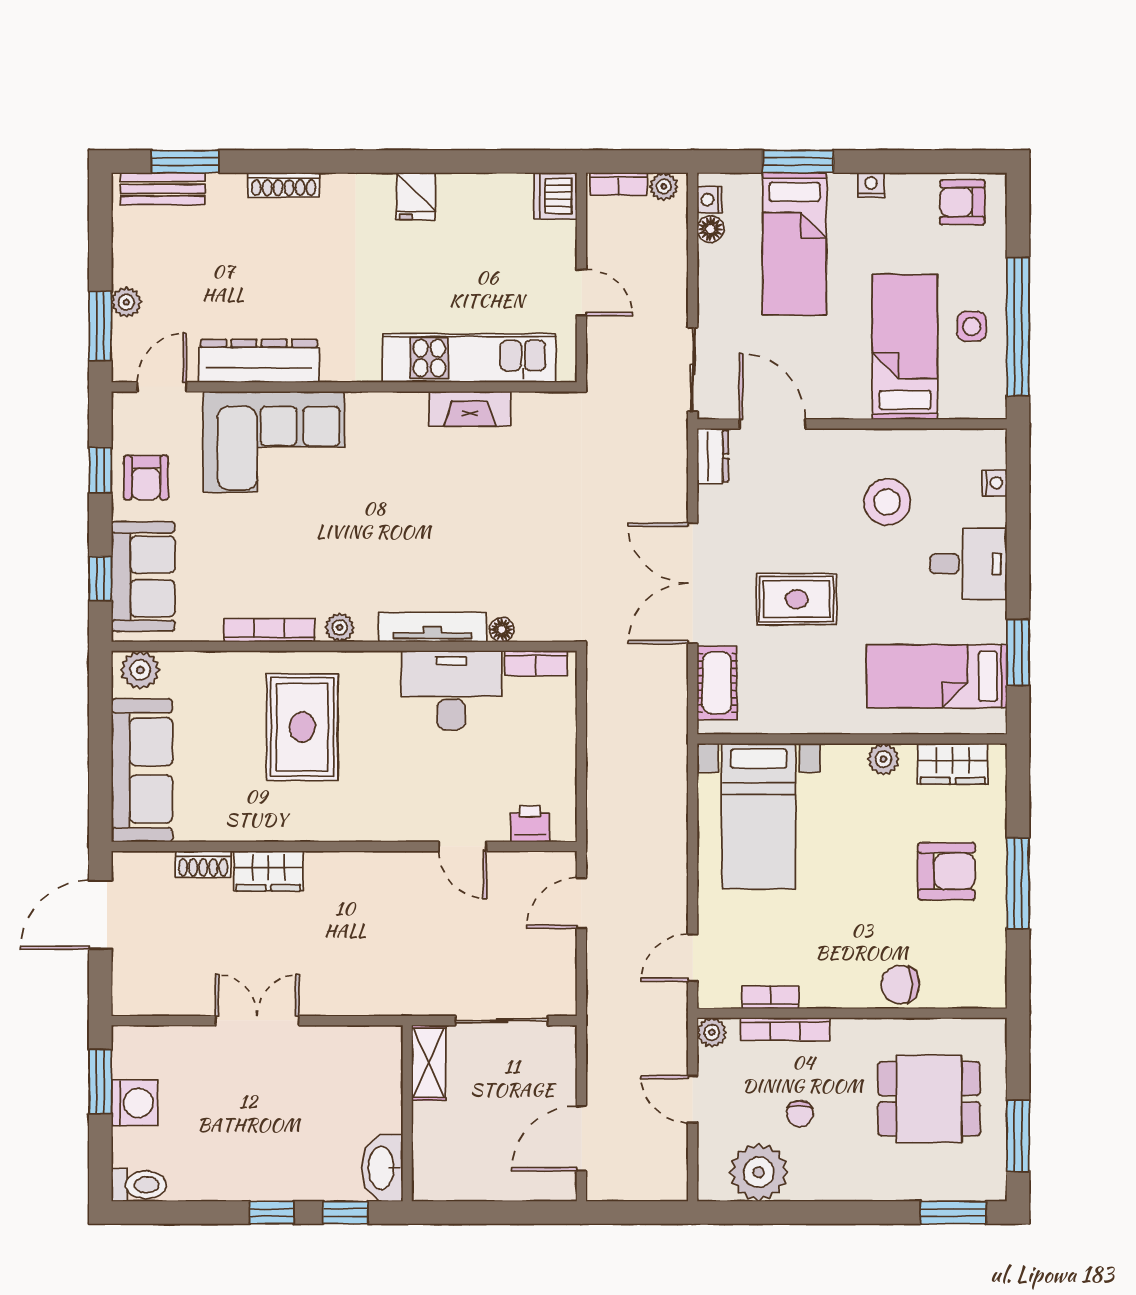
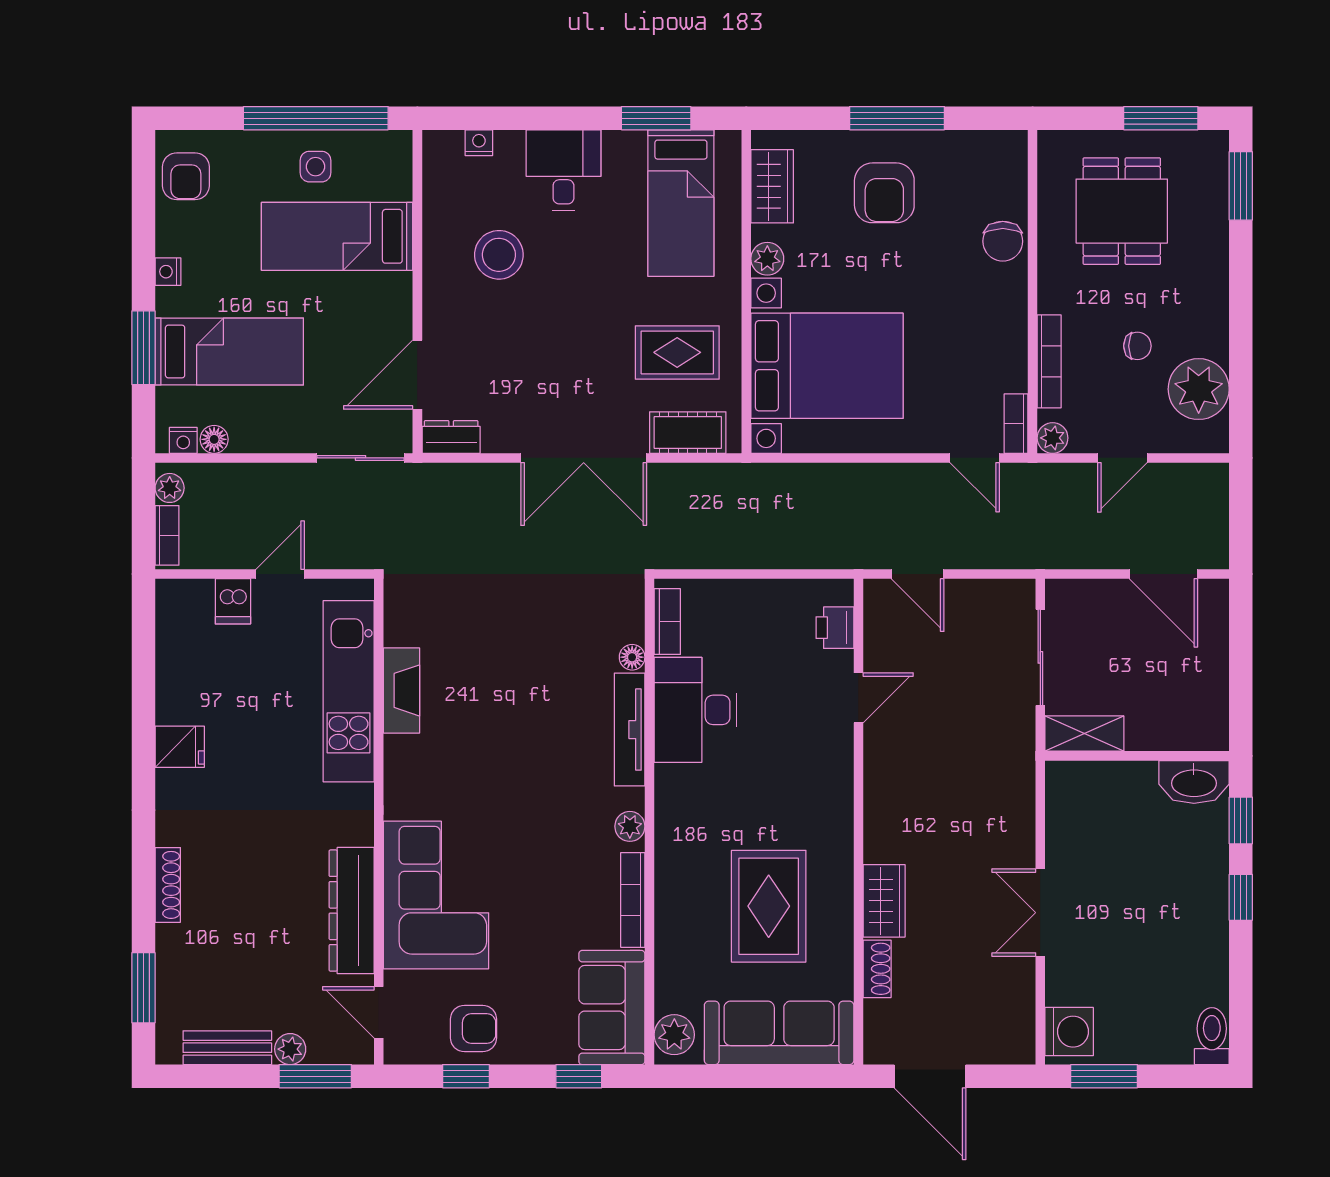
bench: (163, 189) -> (227, 1048), moved, turned 90
dishwasher: (555, 196) -> (233, 601), moved, width x0.73
sofa: (143, 576) -> (612, 1008), moved, turned -90
rug: (797, 599) -> (677, 352), moved, turned 90
rug: (302, 727) -> (769, 906), moved, turned 90
bed with nightstands: (759, 816) -> (827, 366), width x1.36
armchair: (947, 871) -> (884, 193), turned 180
bookcase: (770, 997) -> (1016, 424), moved
washing machine: (135, 1103) -> (1069, 1032), moved, turned 90

